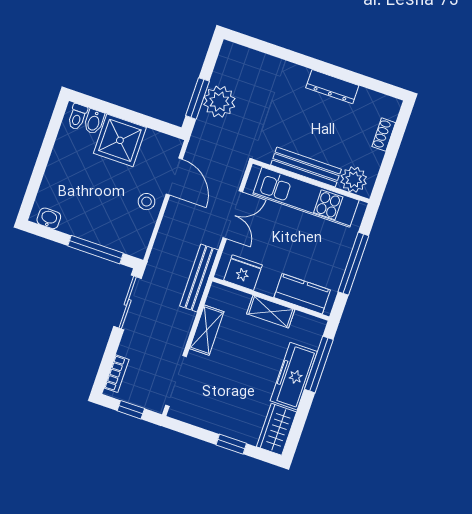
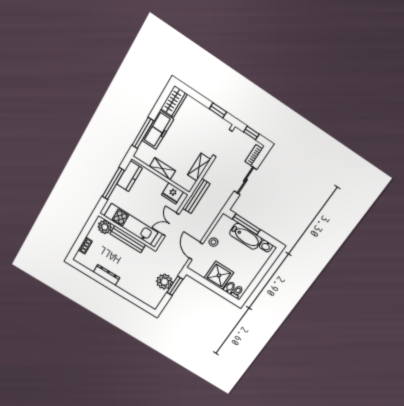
bathtub: (91, 227) -> (246, 236), added
kitchen counter: (302, 294) -> (129, 176), moved, turned -90
sliding door: (128, 302) -> (245, 180), moved
window: (231, 444) -> (218, 110), moved

